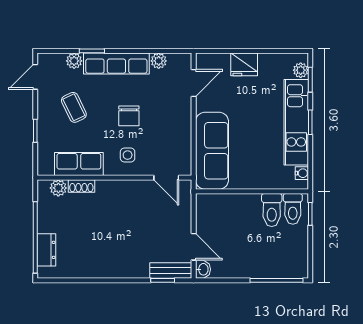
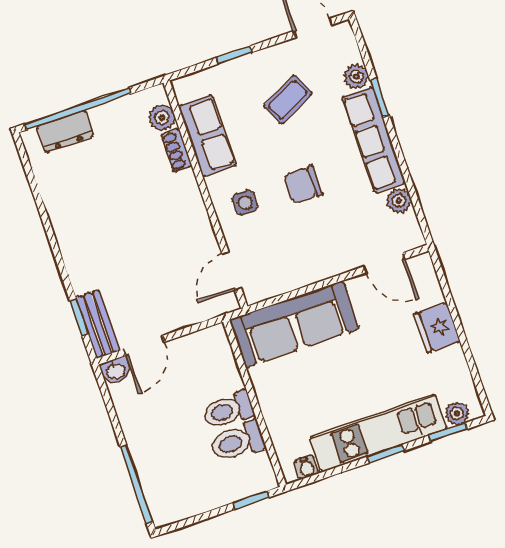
toilet: (293, 209) -> (228, 410), moved

